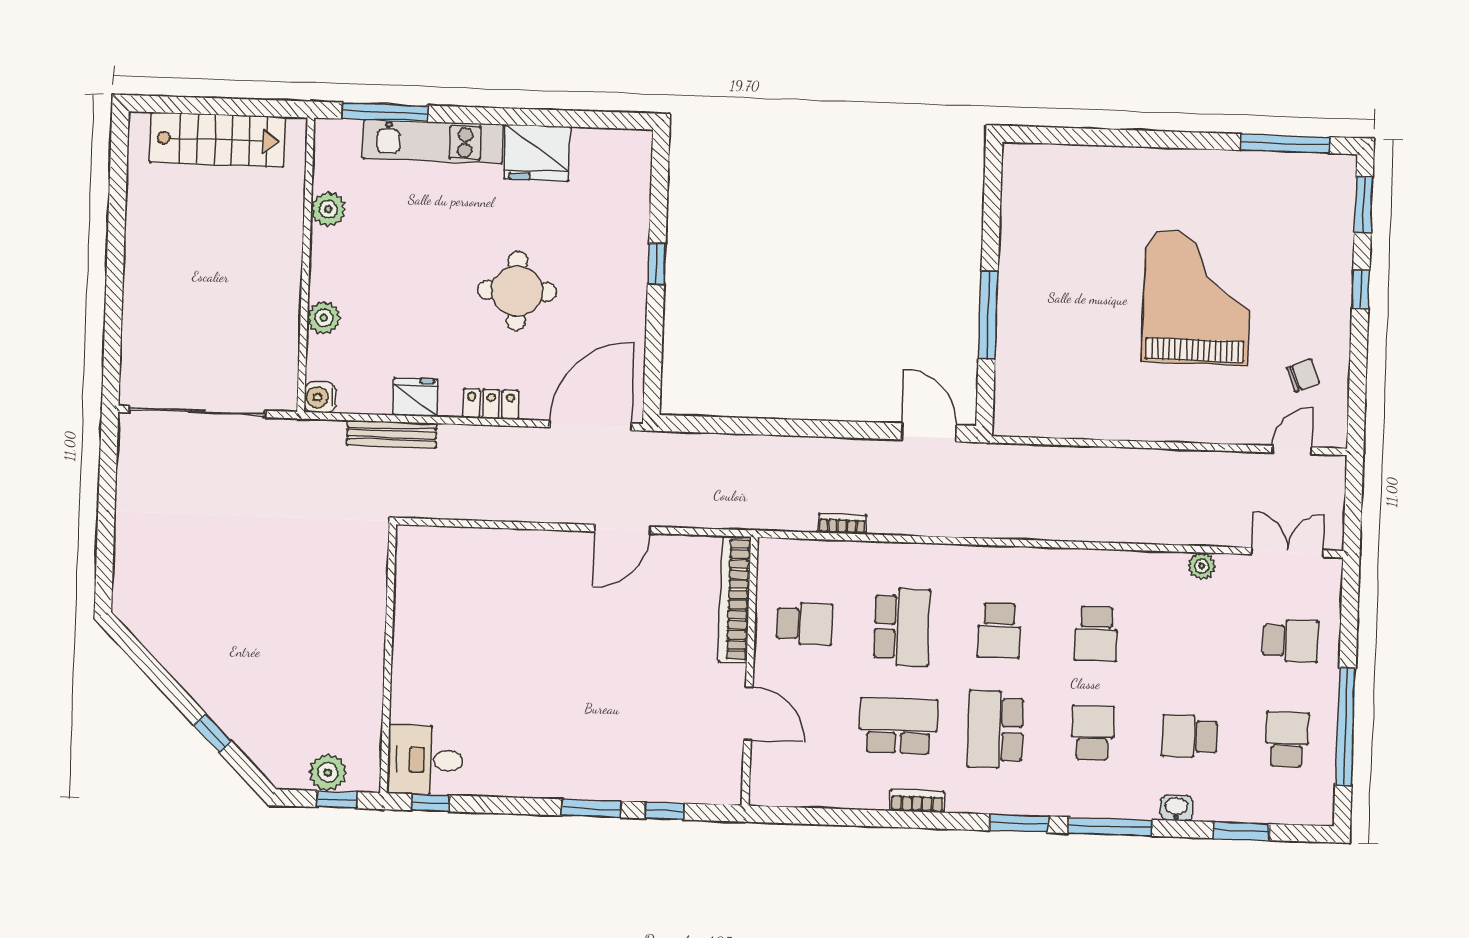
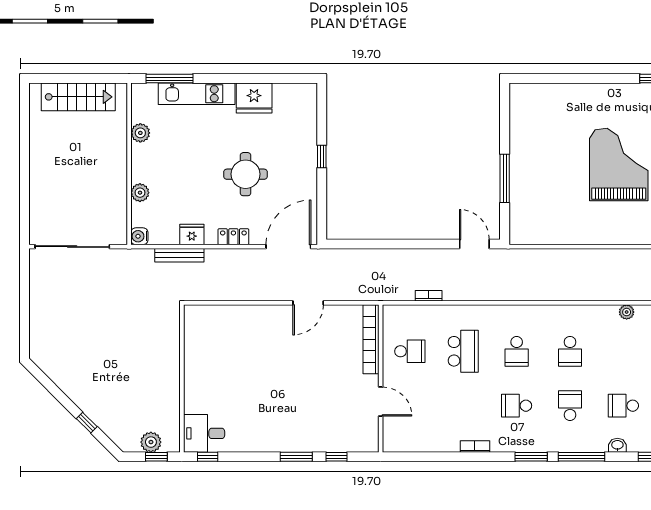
school desk: (898, 726) -> (463, 406), removed
school desk: (995, 729) -> (517, 406), width x0.54

